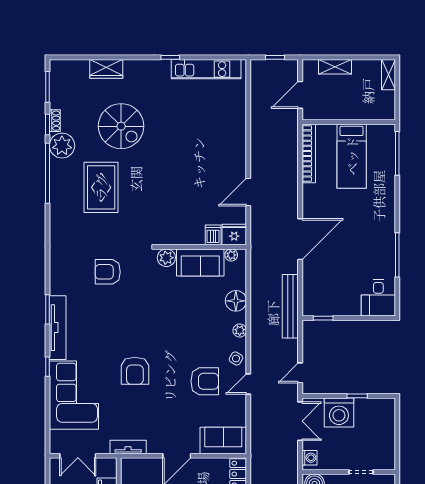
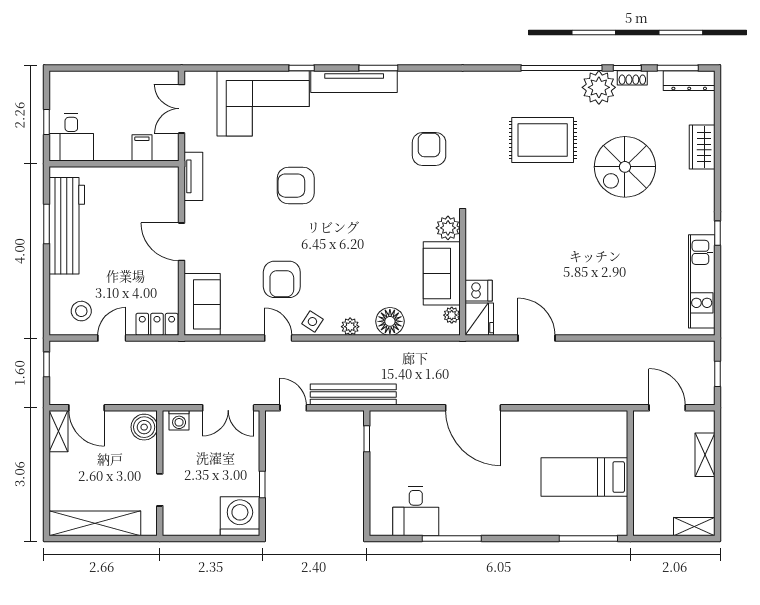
dresser: (57, 78) -> (689, 81), added
bookcase: (309, 153) -> (588, 419), removed
desk: (378, 298) -> (416, 511), moved, turned -90
bench: (290, 306) -> (353, 394), moved
washing machine: (339, 412) -> (240, 516), moved, turned 90

